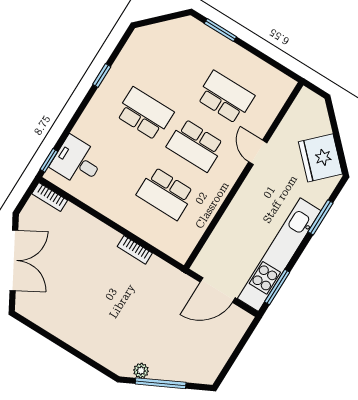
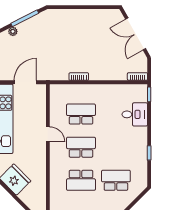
school desk: (145, 114) -> (116, 180), moved, turned 180
door: (258, 152) -> (48, 134), moved
desk: (77, 161) -> (135, 114), moved
plant: (141, 371) -> (13, 31), moved

